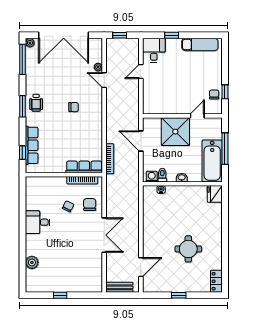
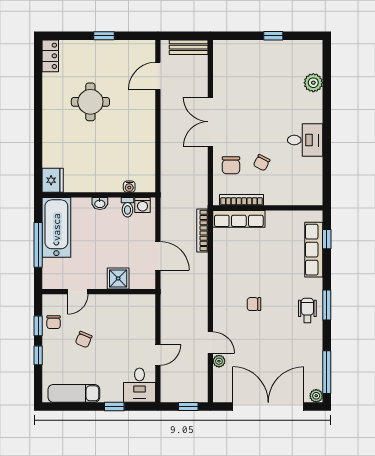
window: (225, 71) -> (38, 355), added
chair: (193, 82) -> (84, 340), added
shower: (175, 132) -> (118, 278), width x0.54, depth x0.54

